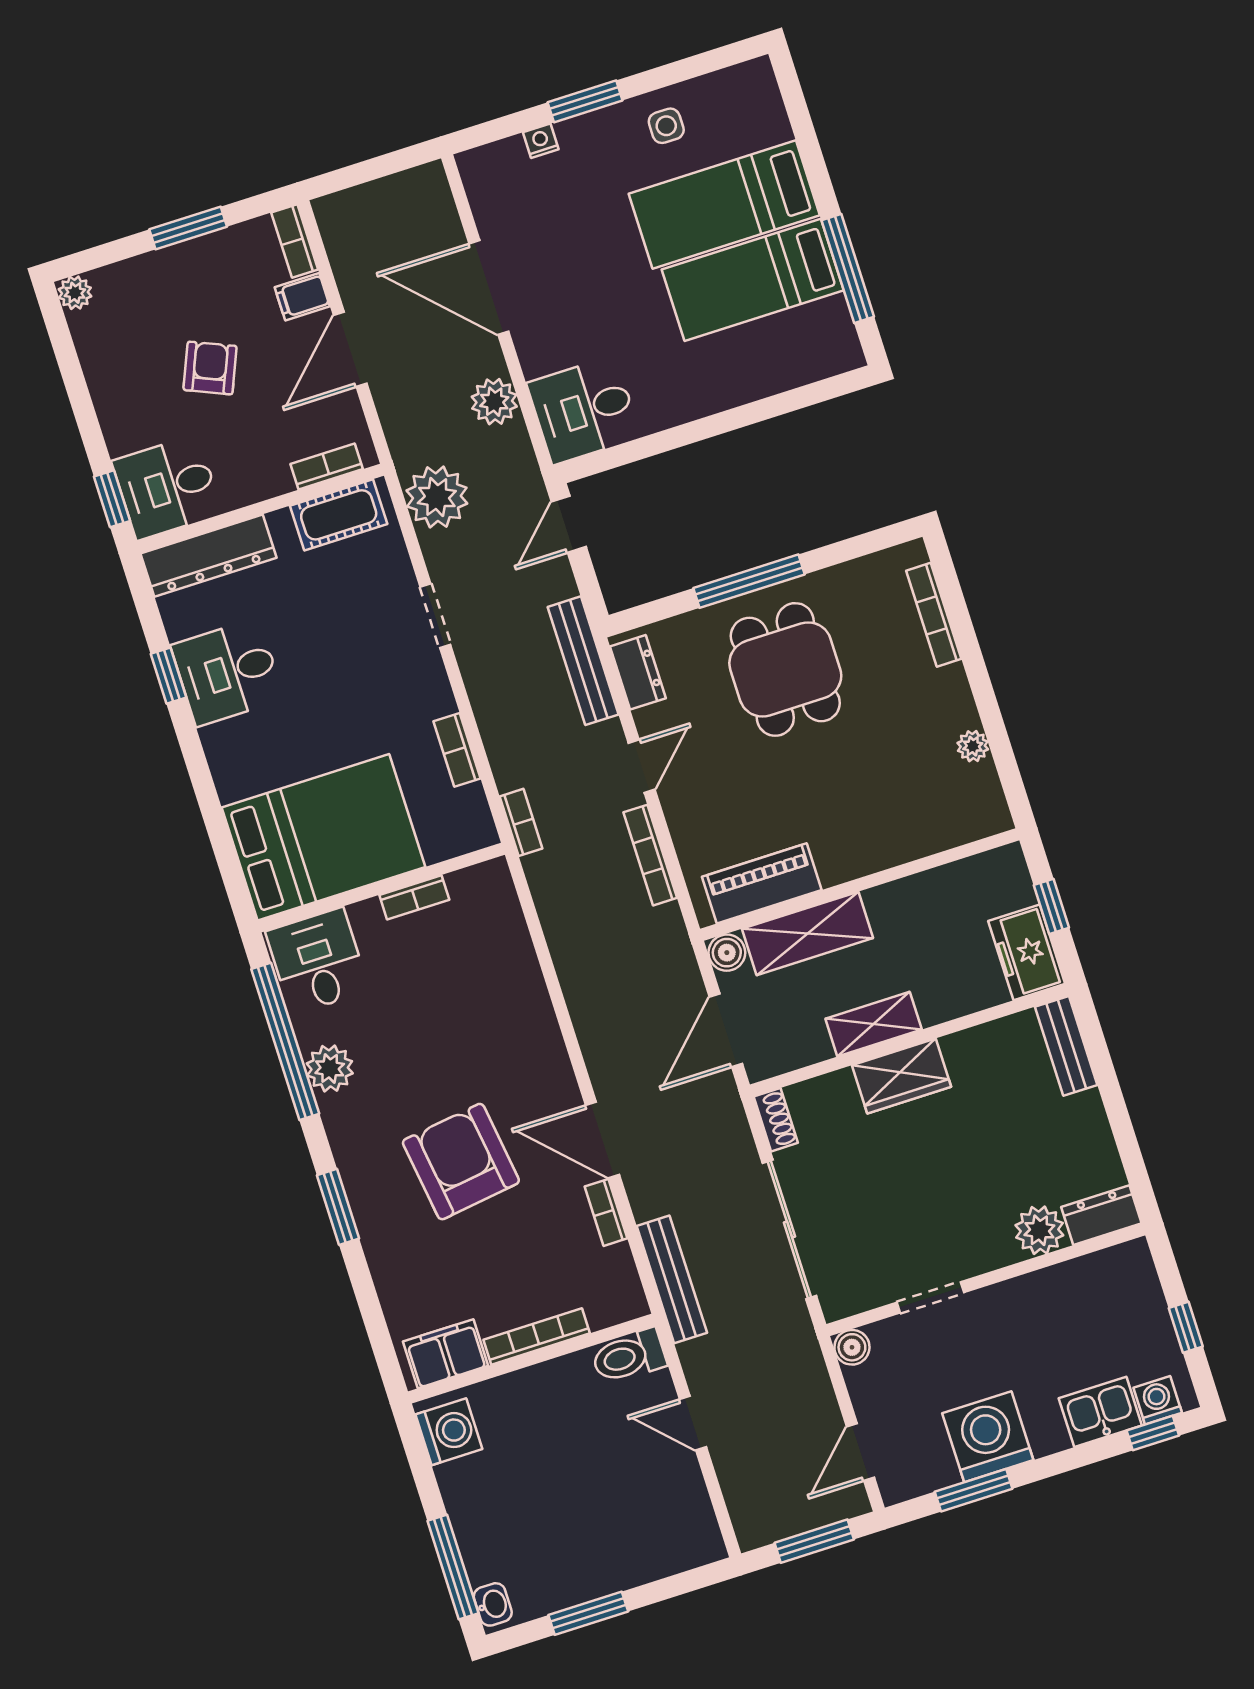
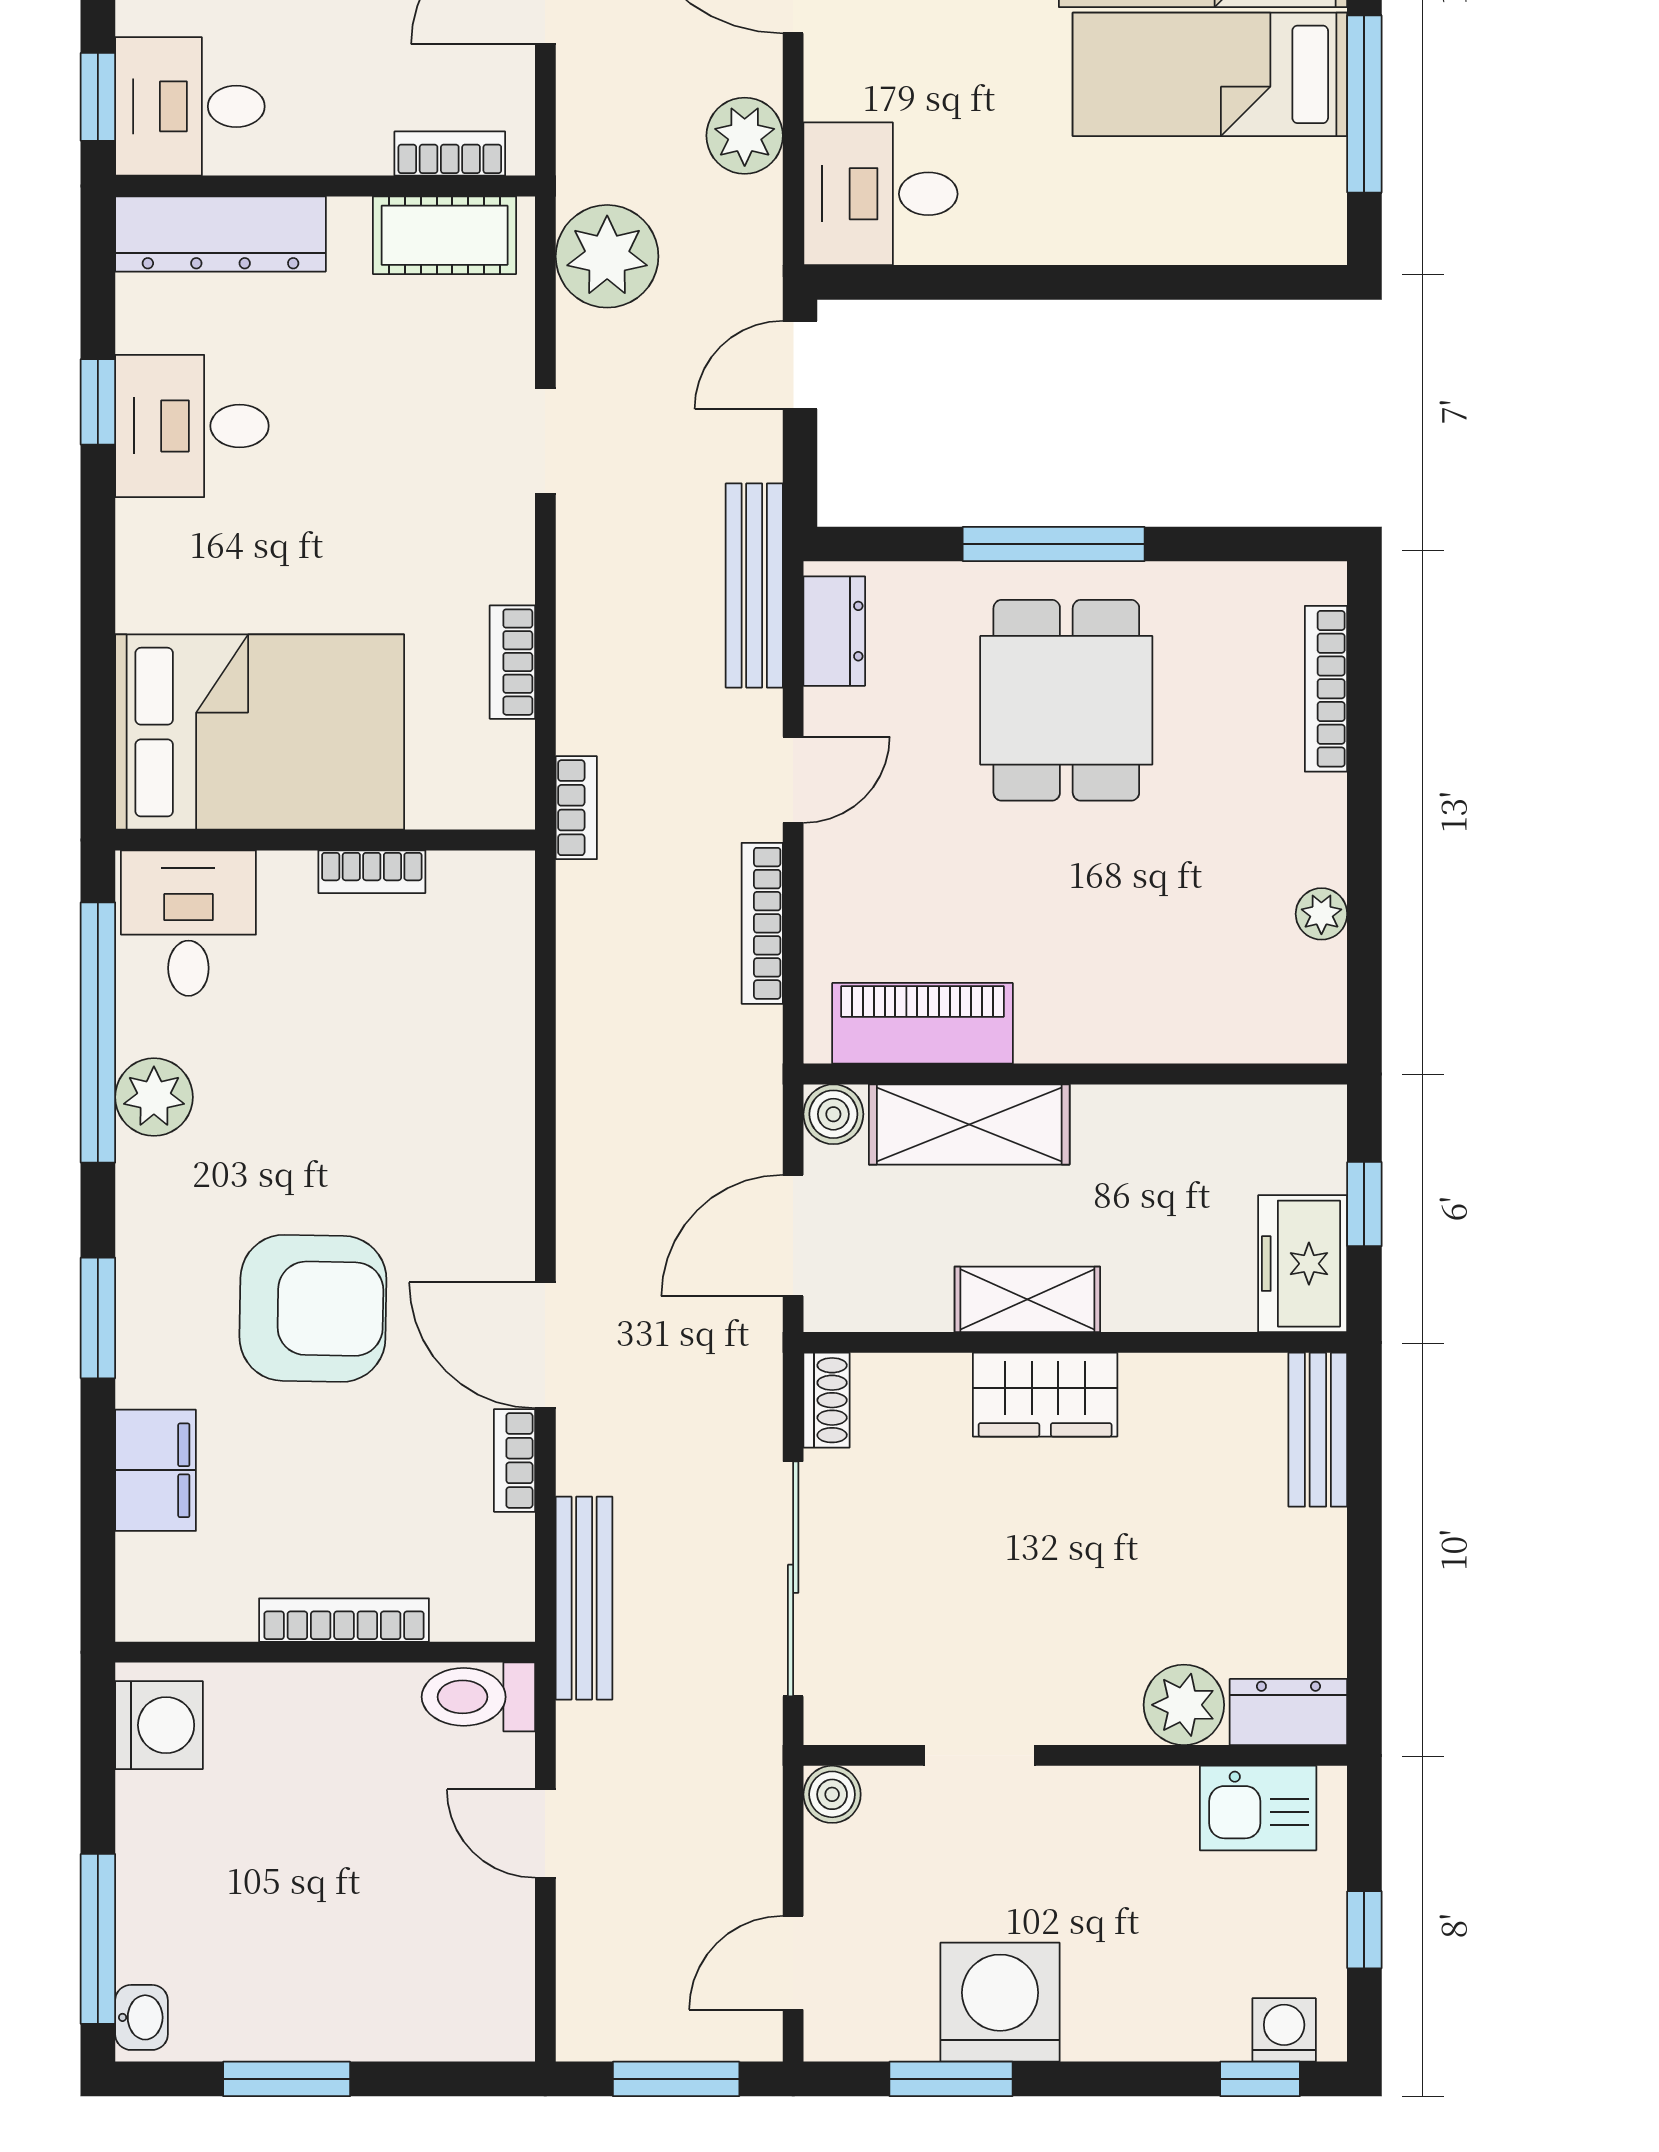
armchair: (461, 1162) -> (313, 1308), turned 99
filing cabinet: (446, 1354) -> (156, 1470), moved, turned 90
kitchen sink: (1100, 1412) -> (1258, 1808), moved, turned 180

